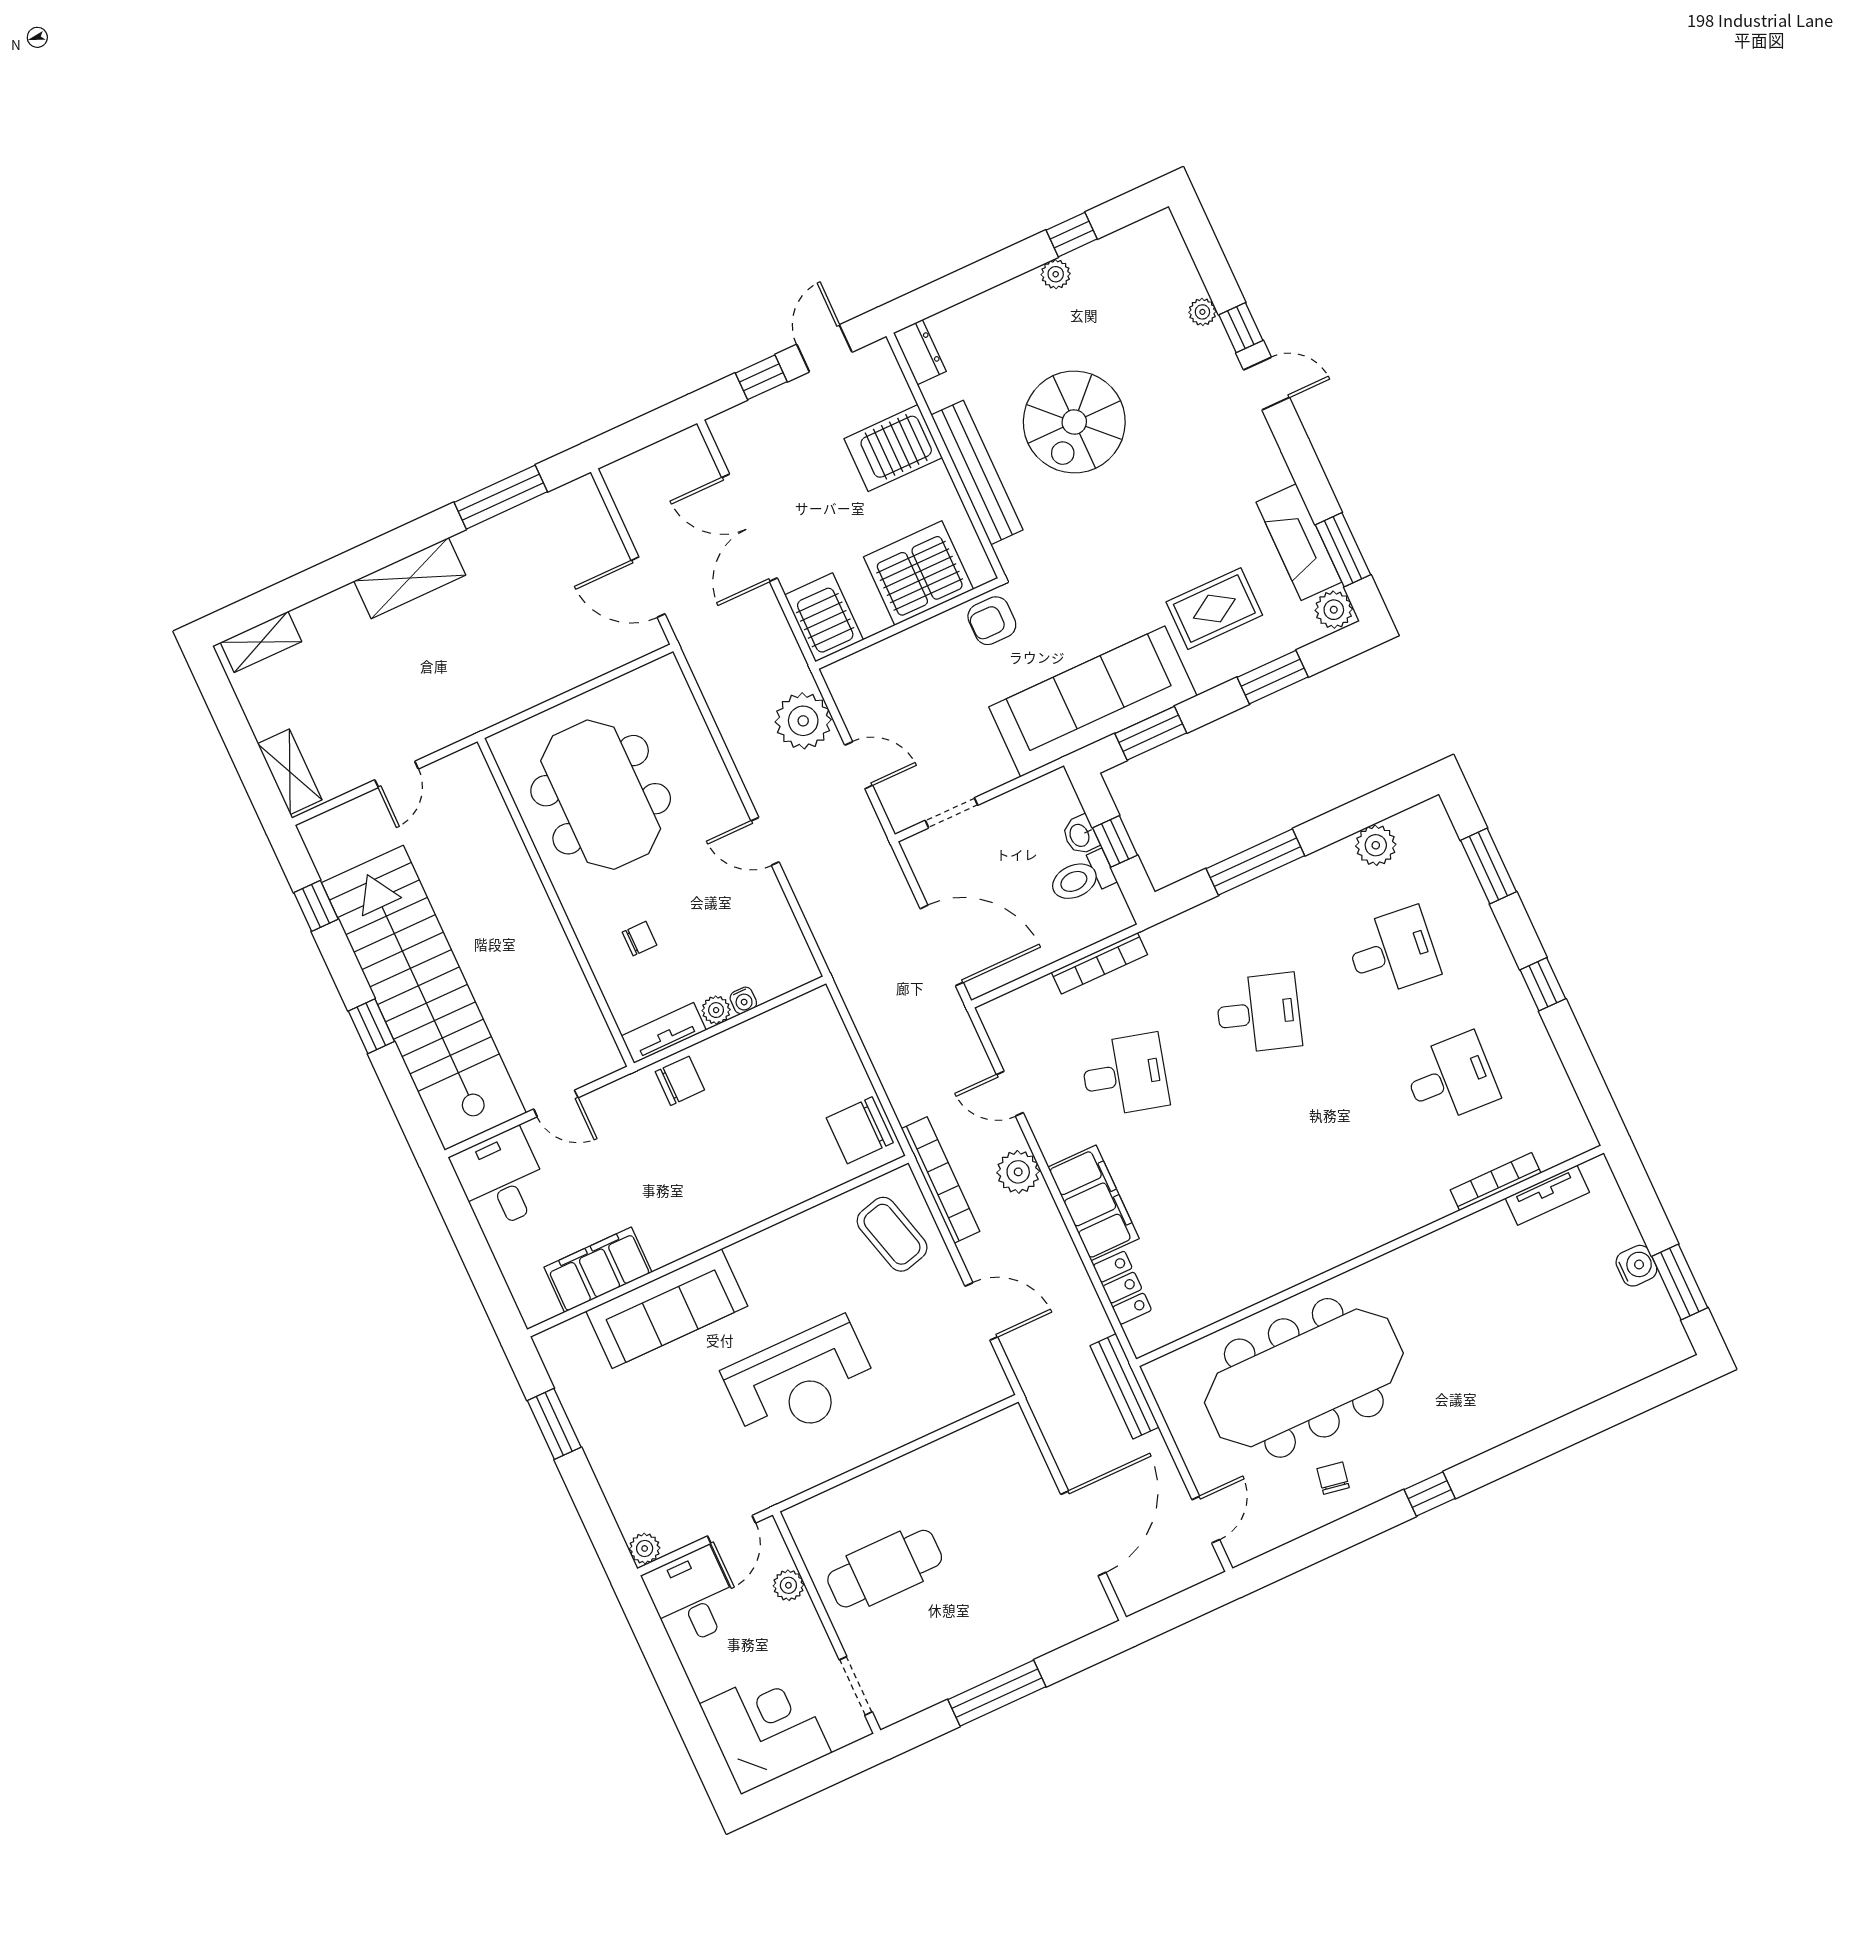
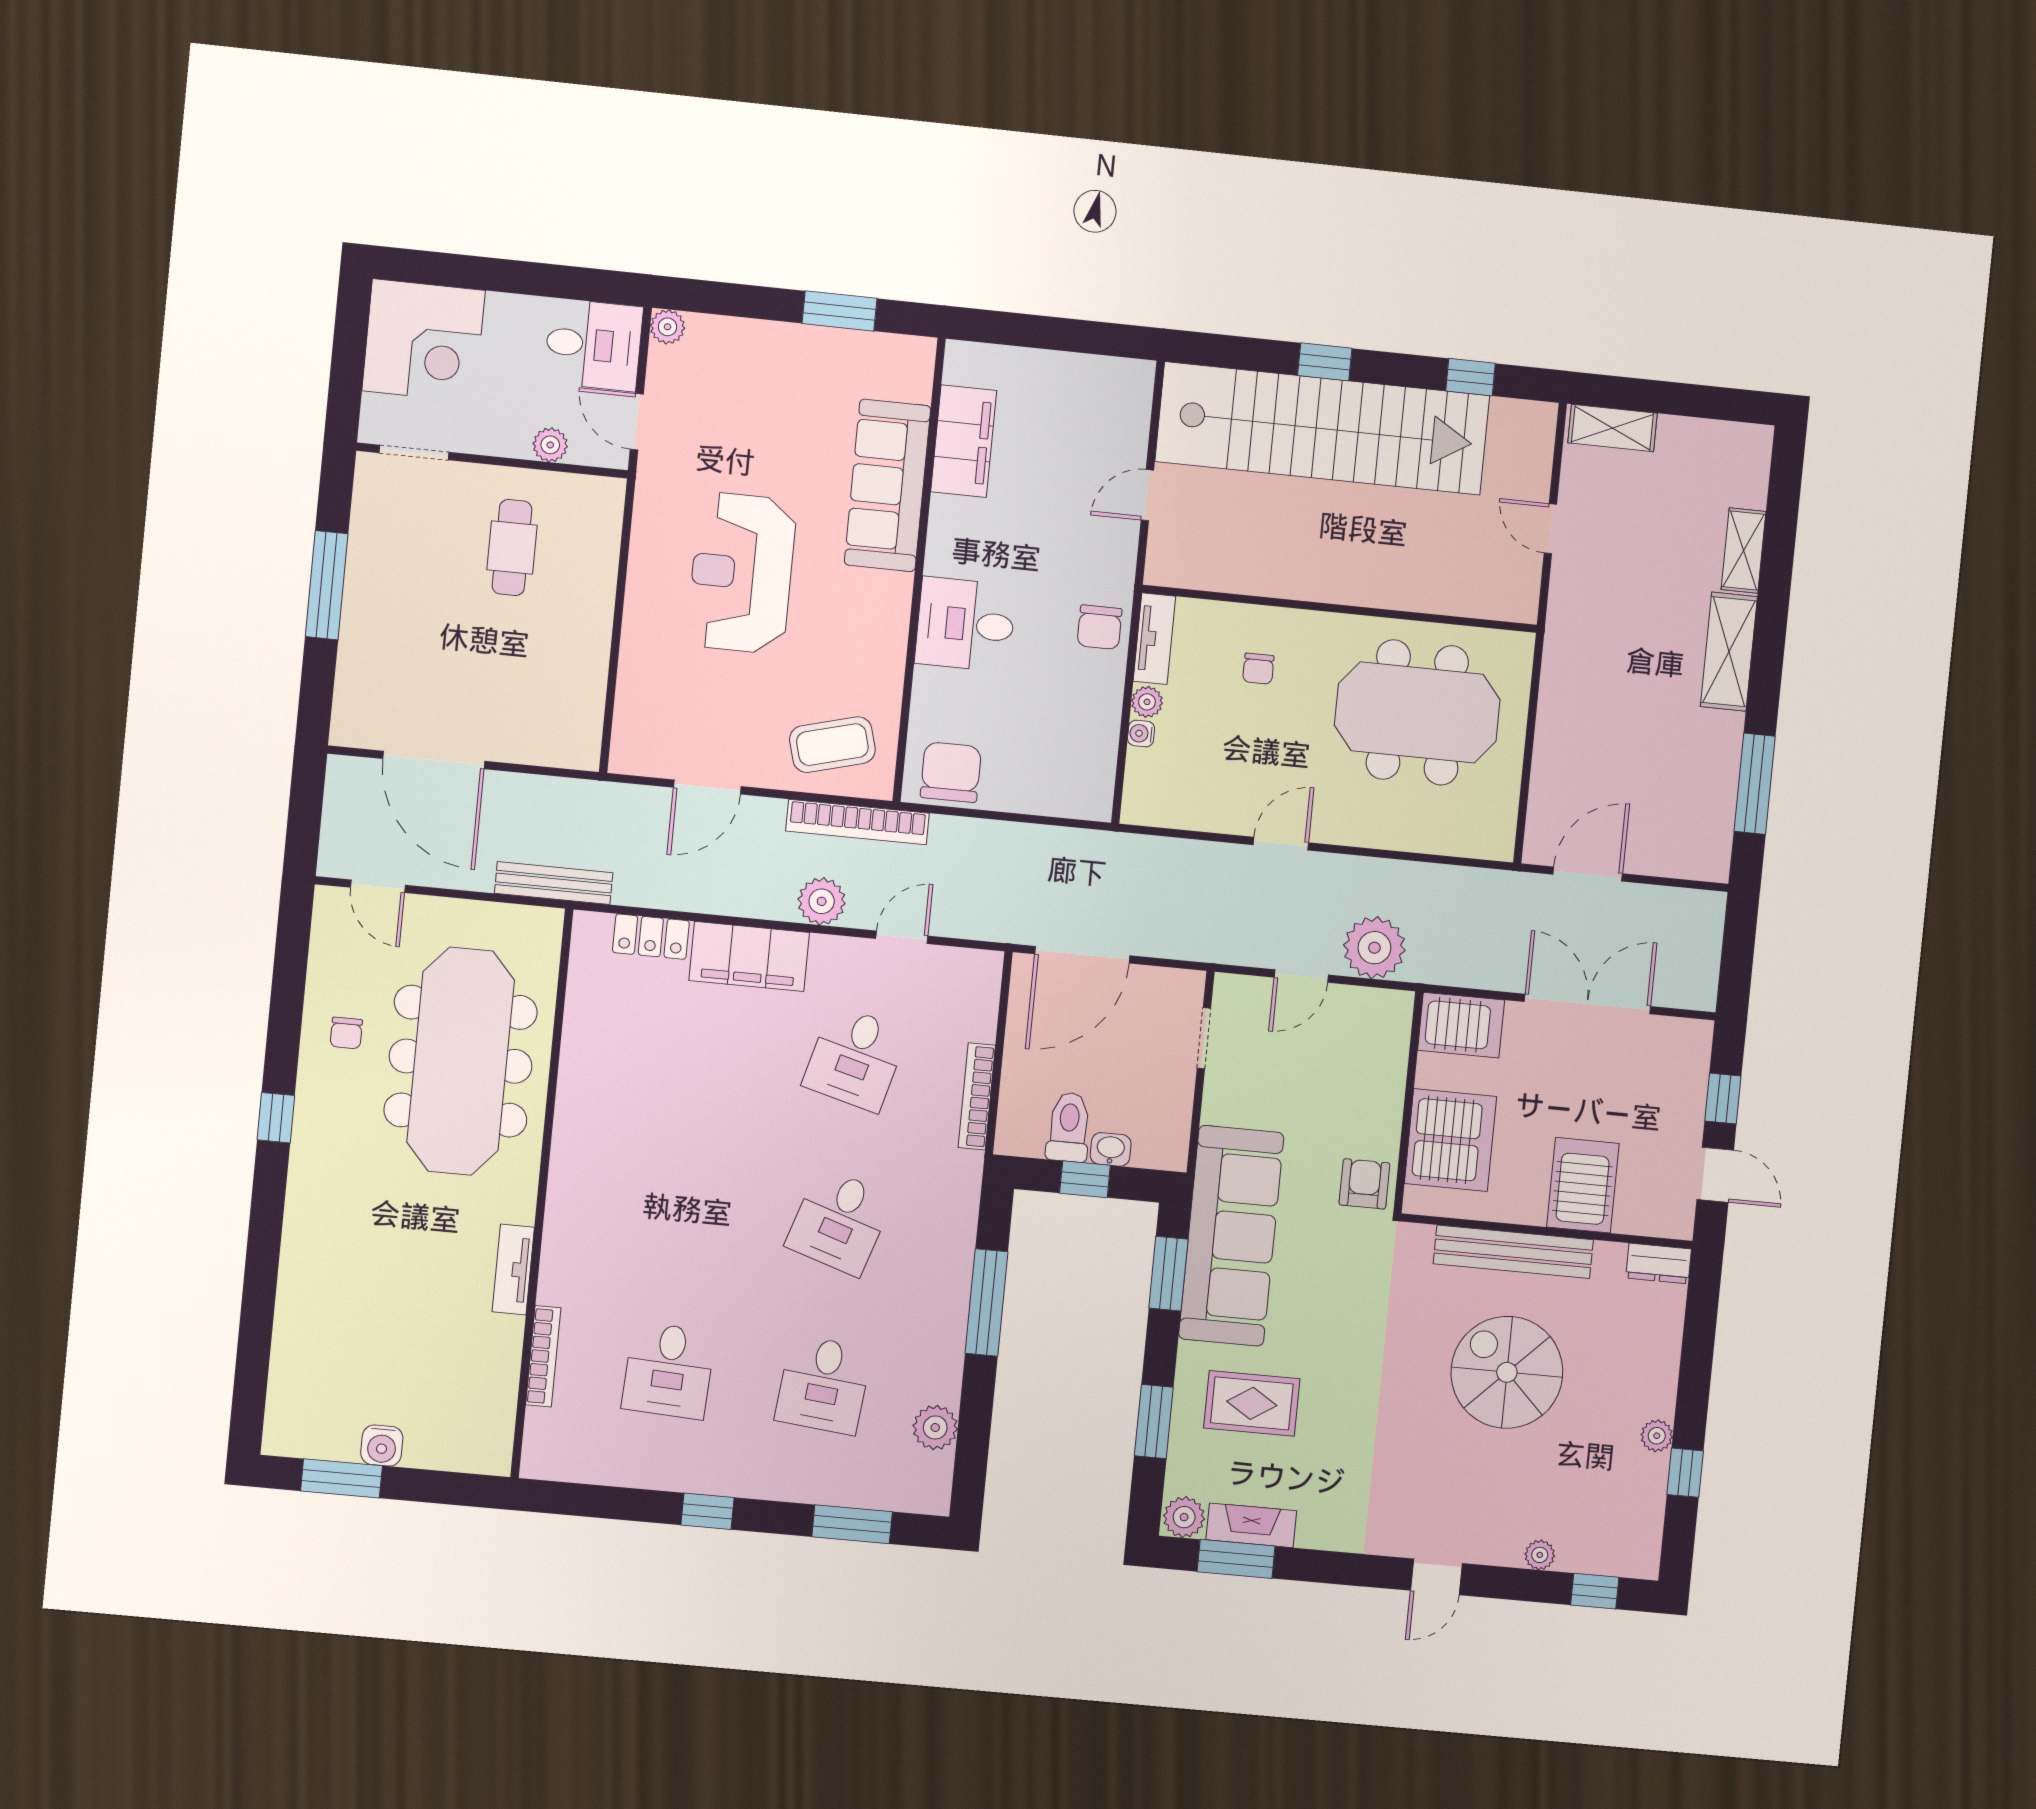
window: (1241, 328) -> (1595, 1591), moved
fireplace: (1299, 542) -> (1251, 1525), width x0.73, depth x0.76
rug: (1214, 609) -> (1252, 1403), turned 90
shelving: (261, 642) -> (1744, 551), moved
desk: (501, 1179) -> (965, 624), moved, turned 180
tv unit: (1547, 1195) -> (513, 1269), moved
chair: (1333, 1478) -> (346, 1033), turned 80
cafe table: (885, 1569) -> (512, 548), width x0.73, depth x0.74

